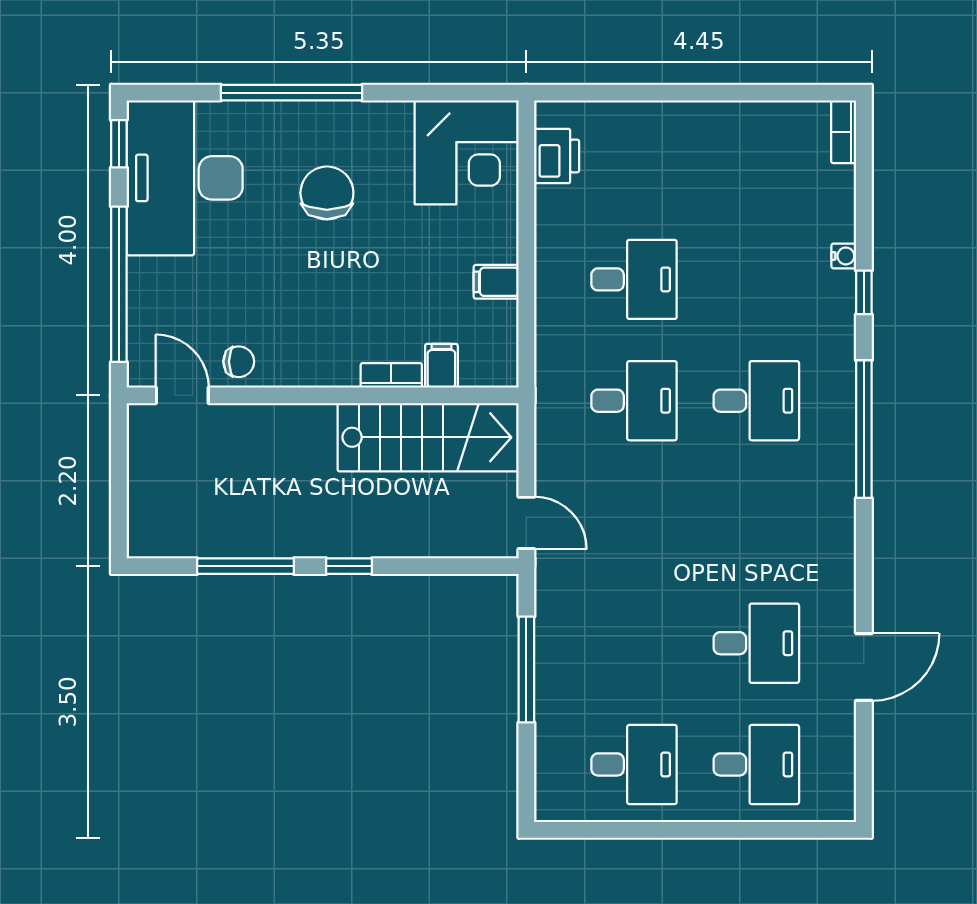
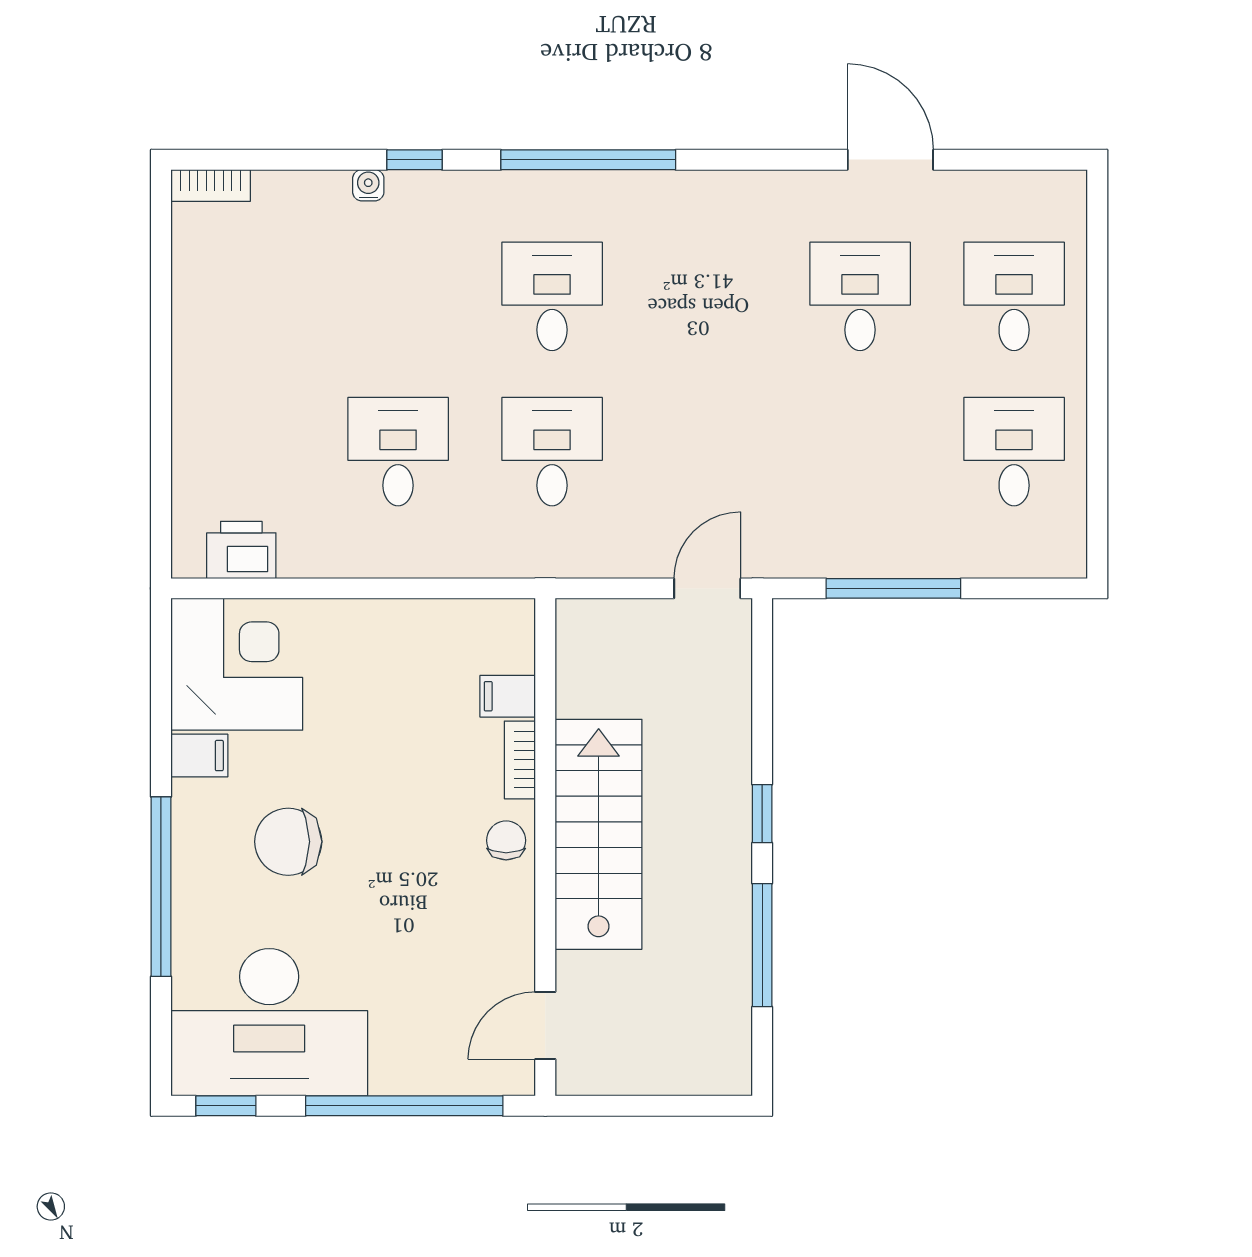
filing cabinet: (496, 282) -> (199, 756), moved, turned -90
chair: (239, 362) -> (506, 840), moved
stairs: (428, 437) -> (599, 834), moved

